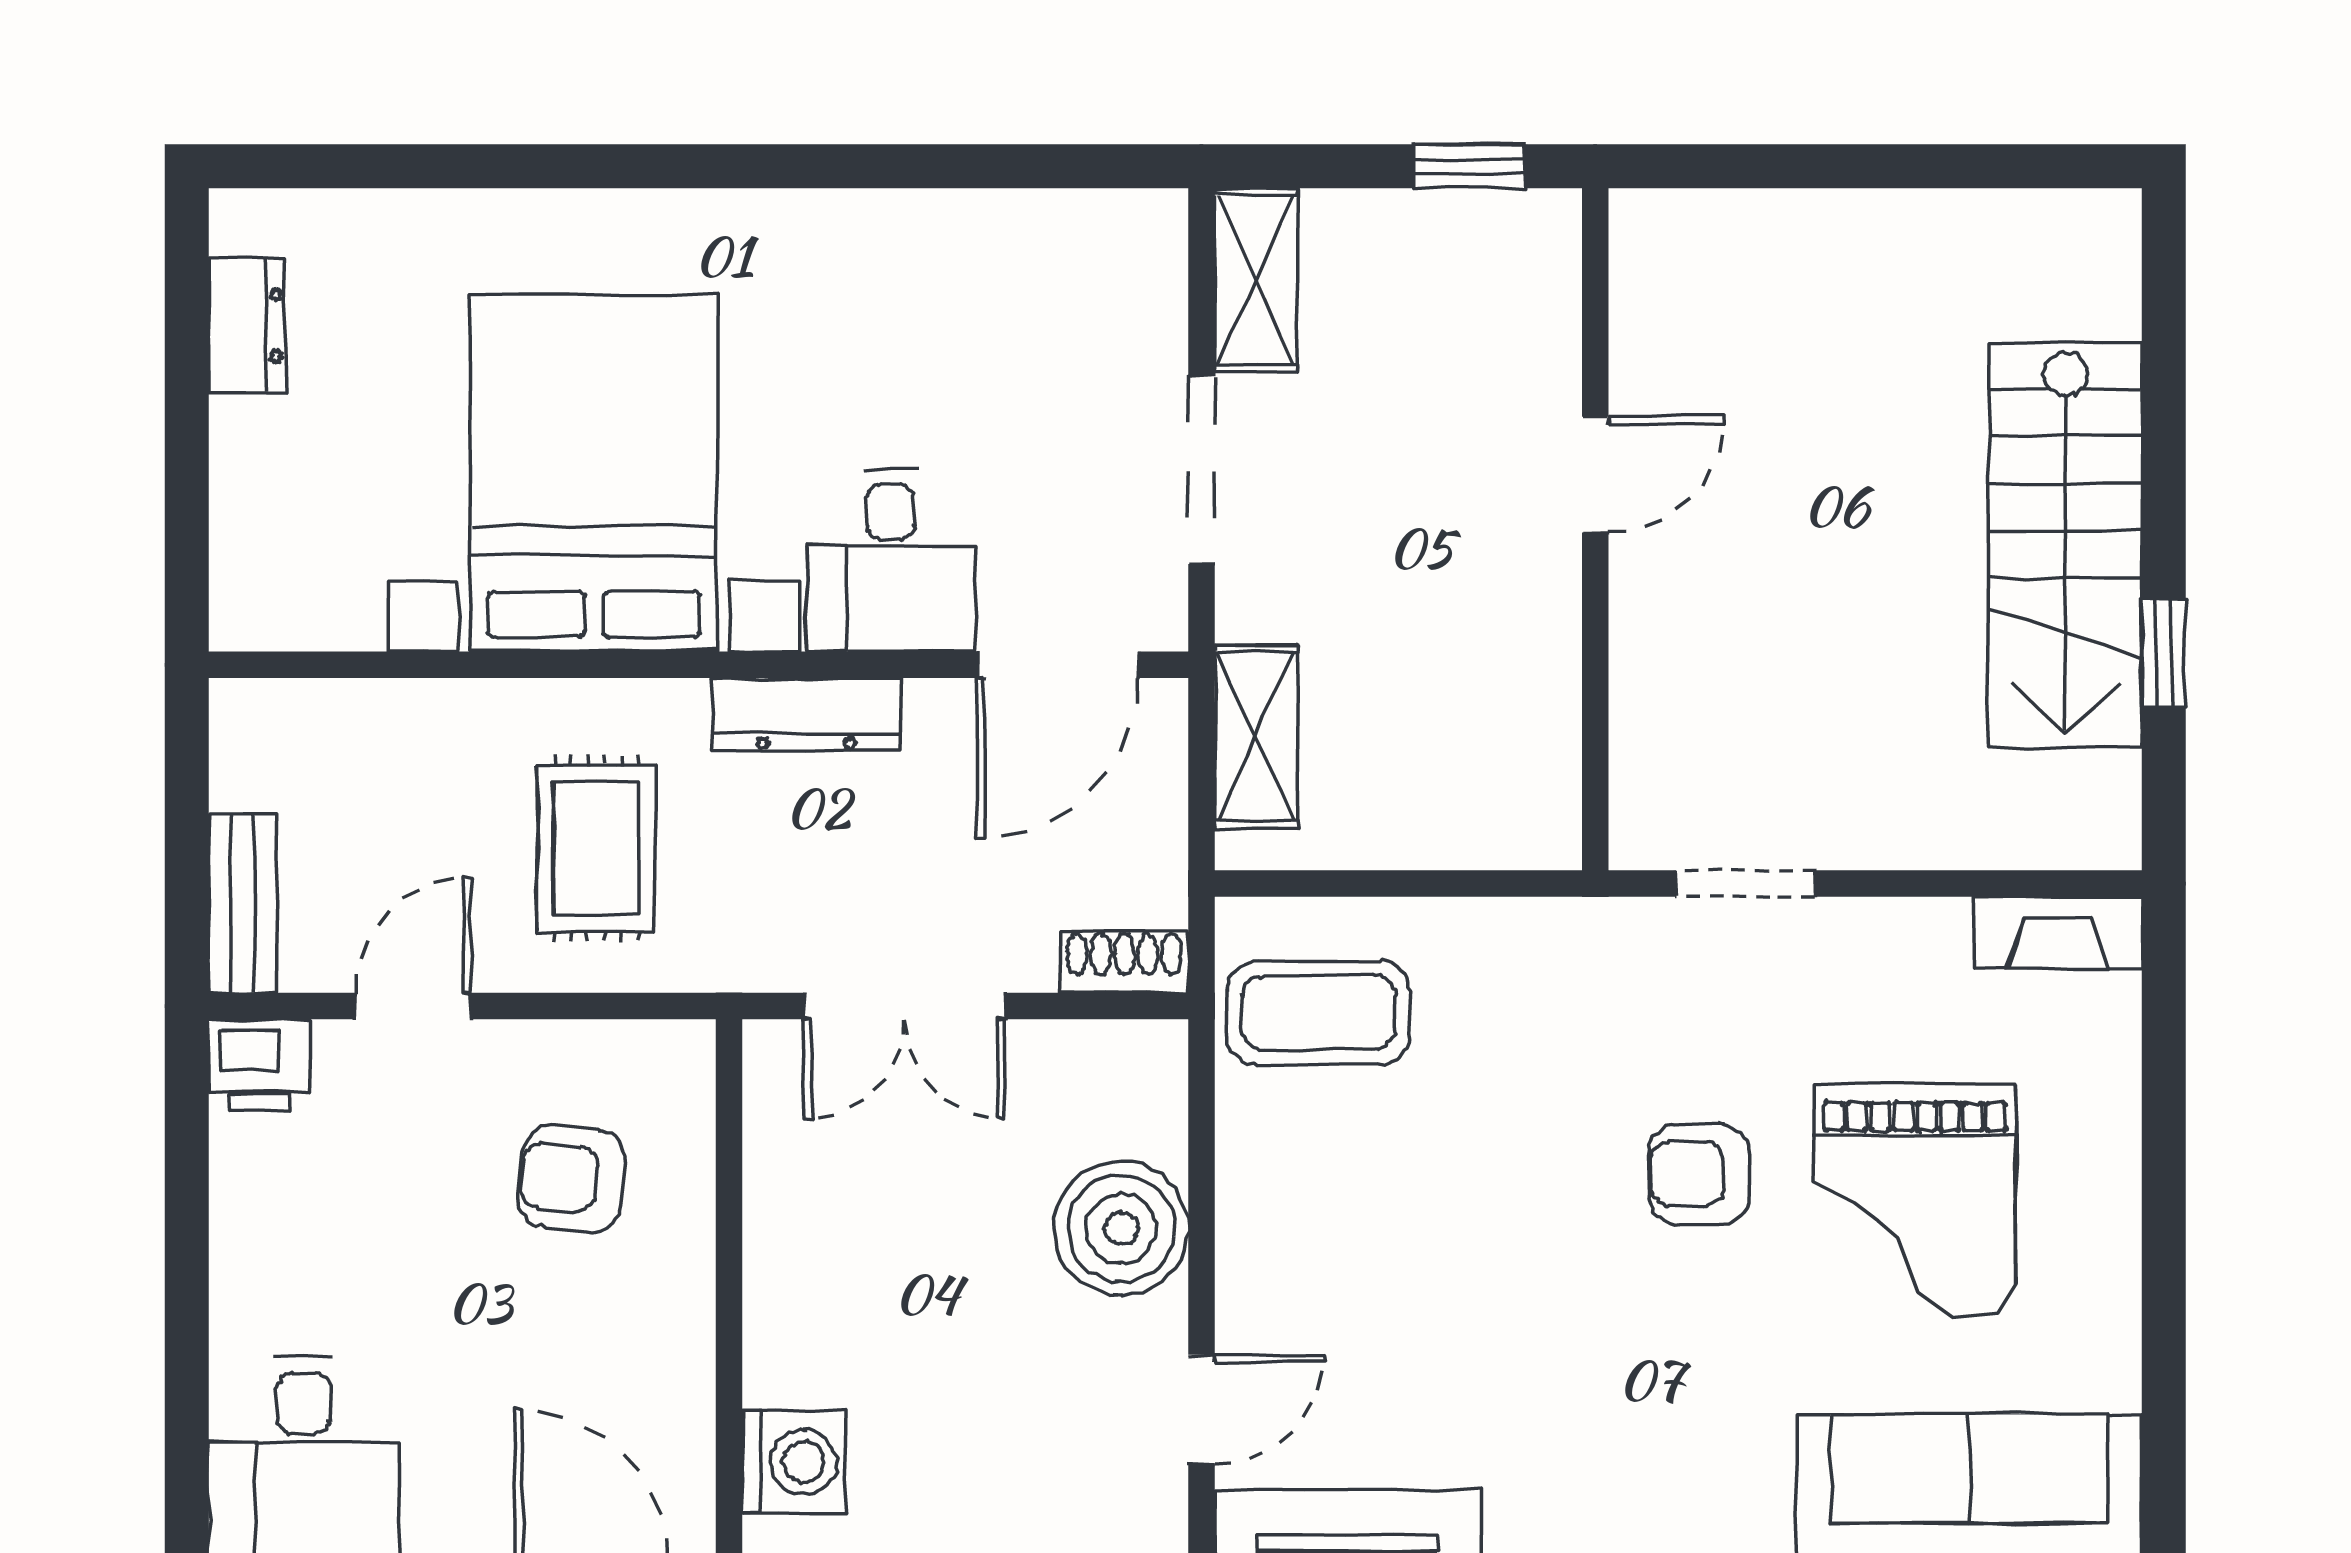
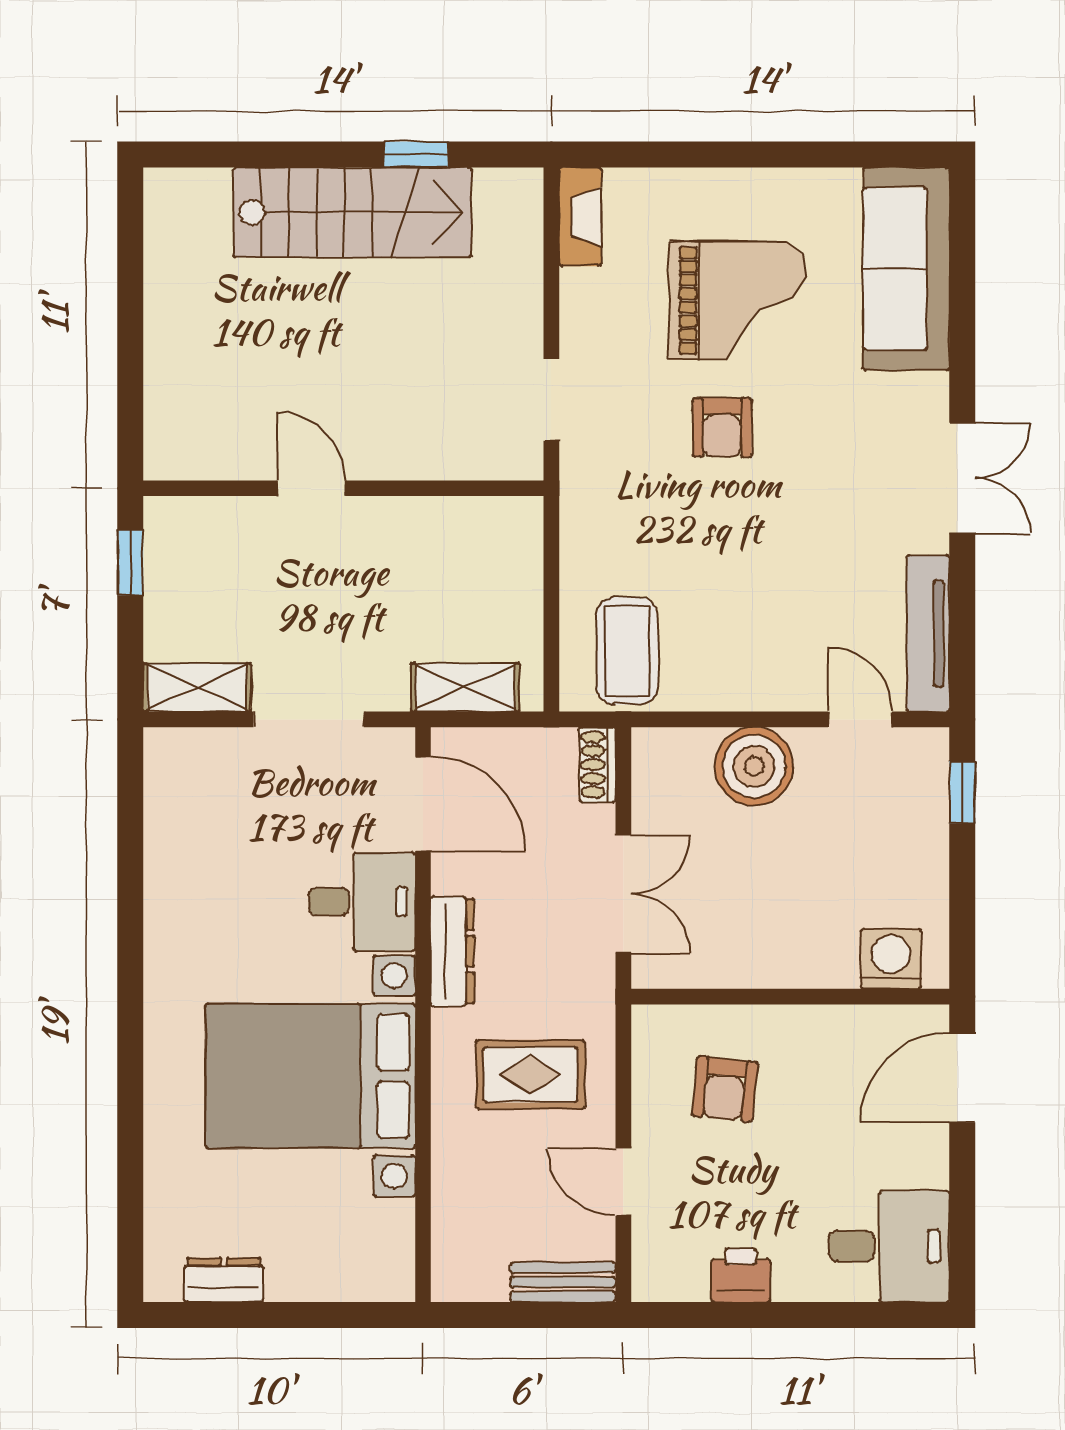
printer: (259, 1065) -> (741, 1275), moved, turned -90

